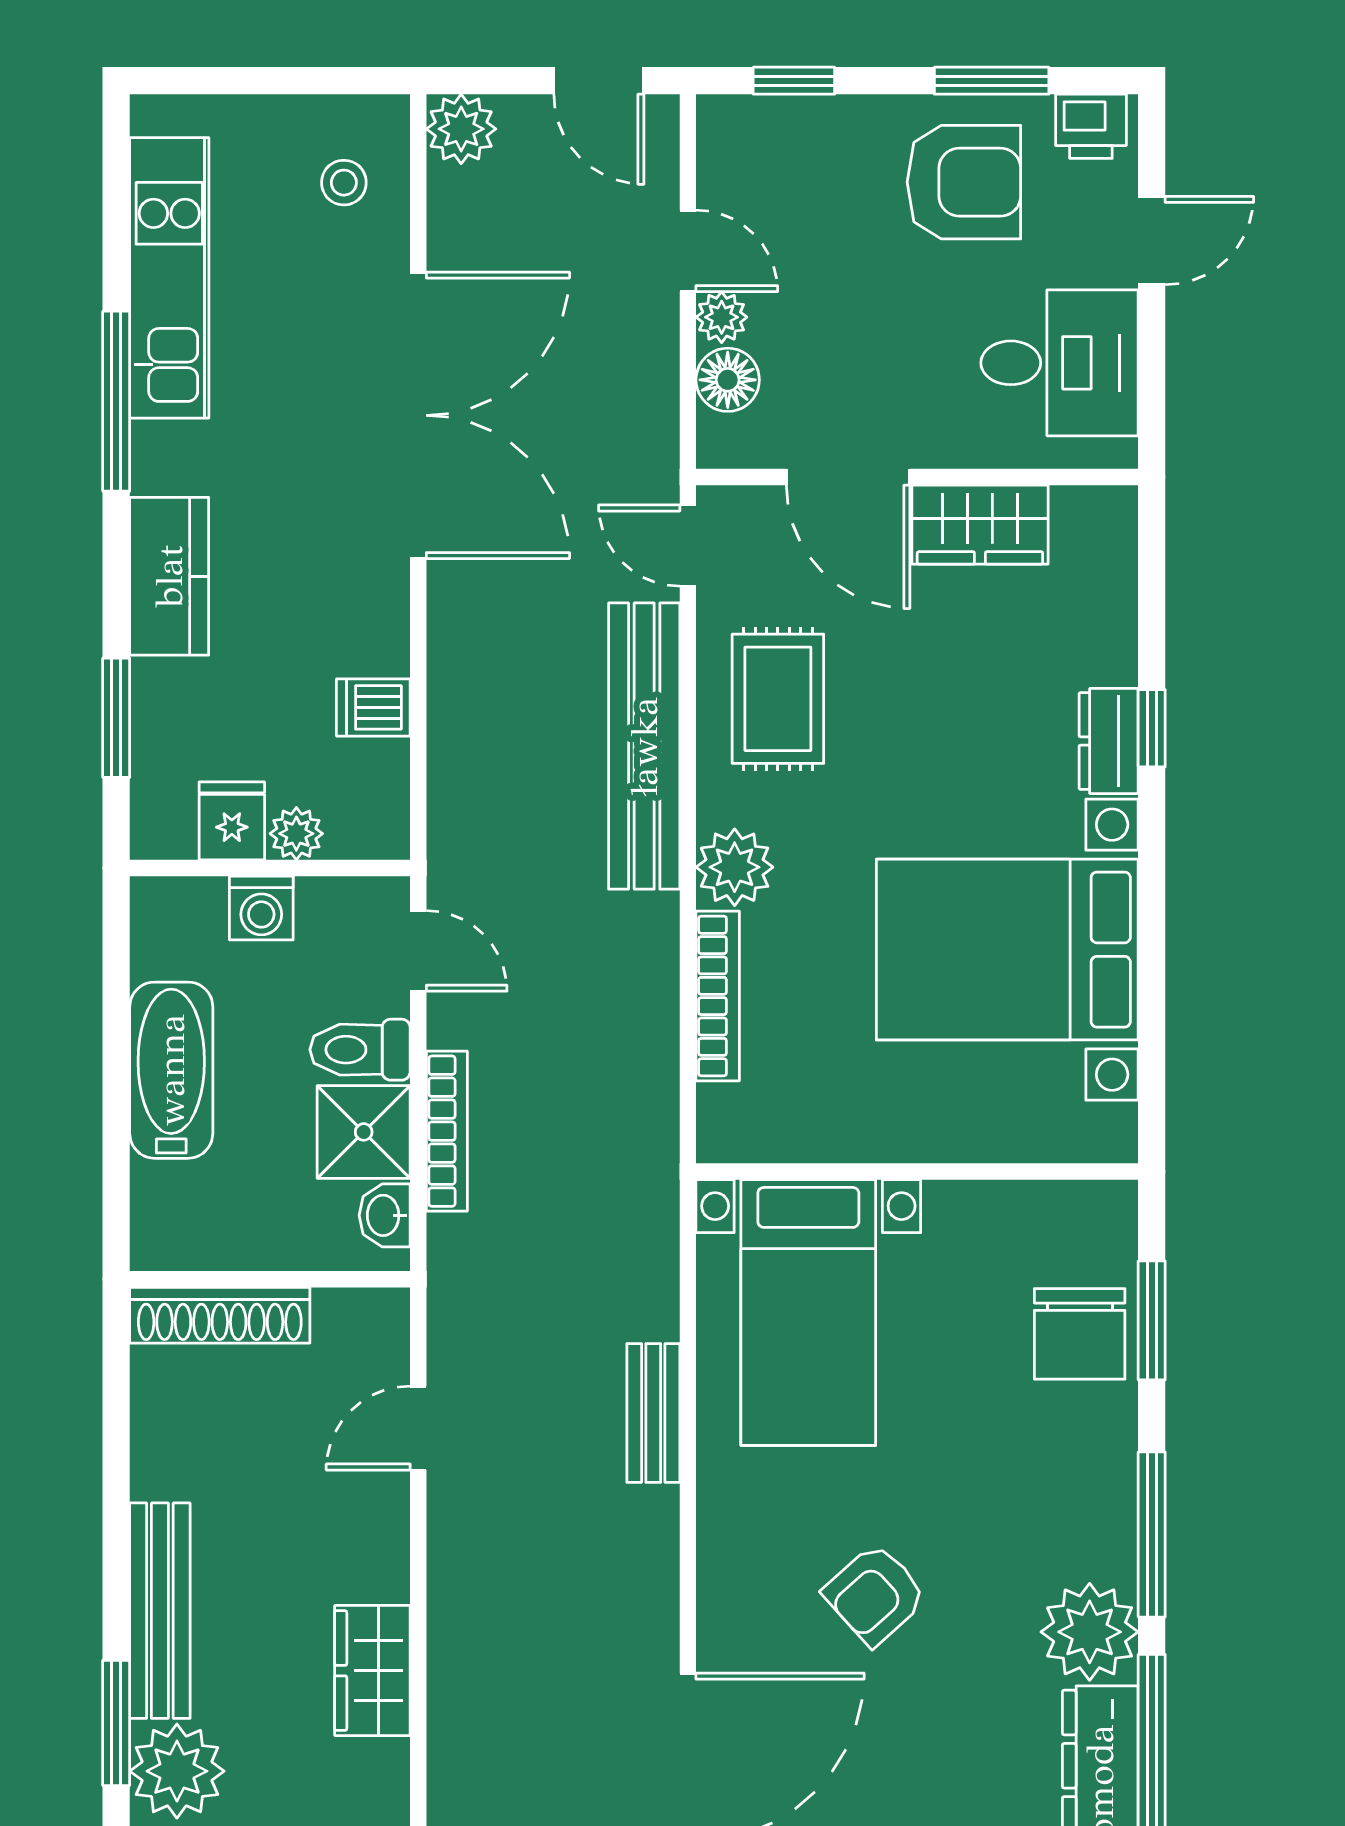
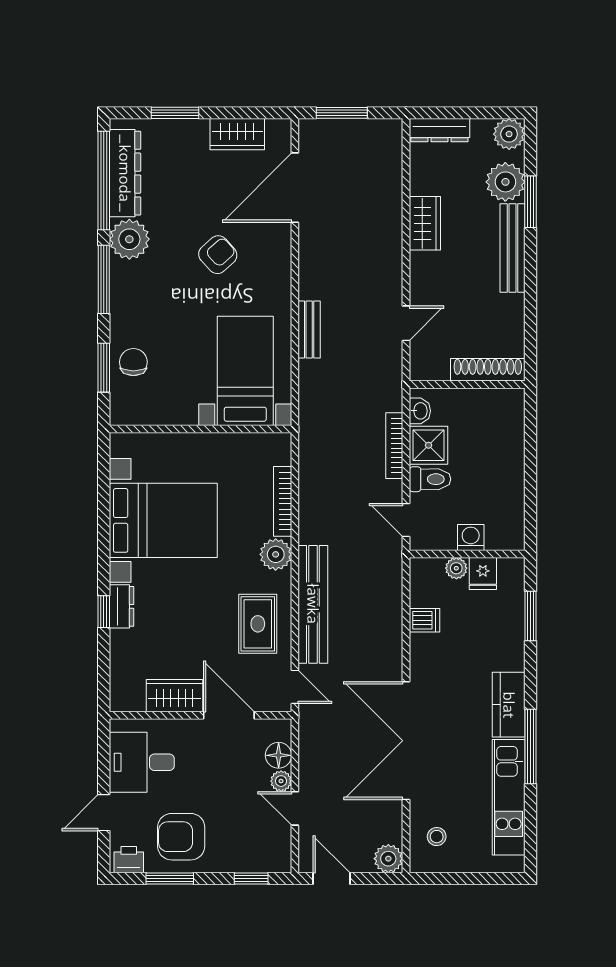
kitchen counter: (169, 576) -> (509, 705), moved
bathtub: (171, 1070) -> (508, 471), removed
chair: (1080, 1334) -> (133, 362), width x0.73, depth x0.73

